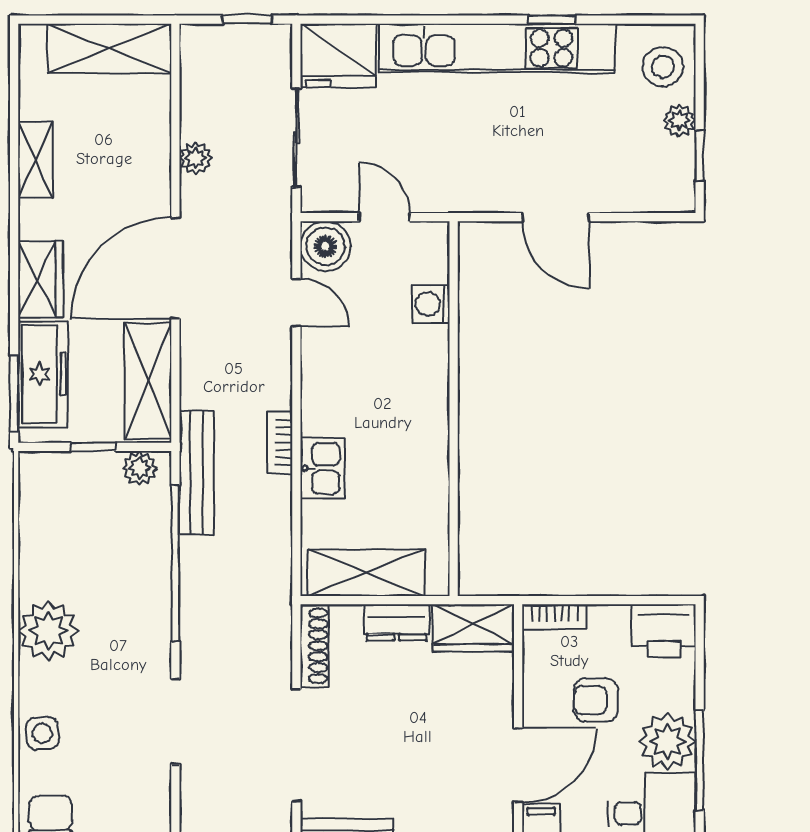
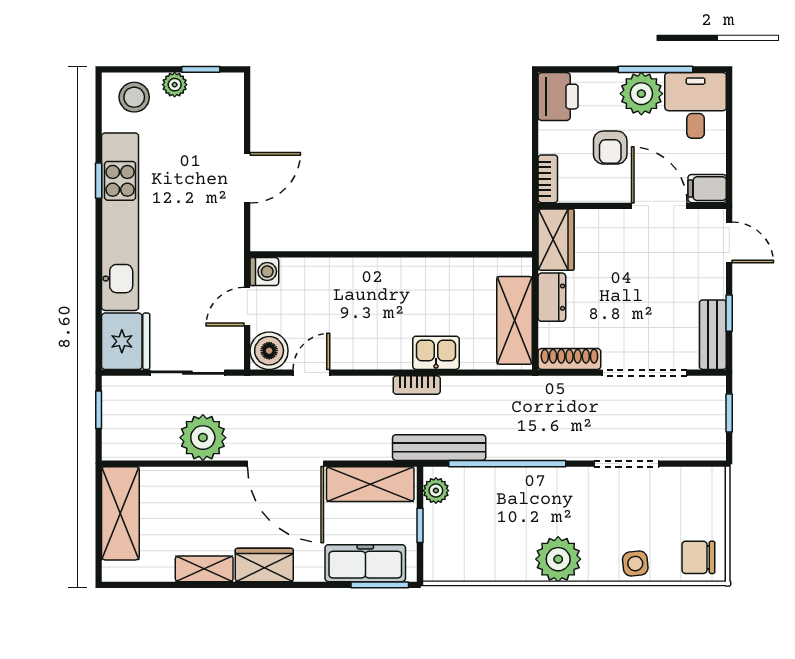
plant: (196, 158) -> (203, 438), width x1.88, depth x1.88
wardrobe: (41, 279) -> (264, 565), moved
washing machine: (431, 304) -> (264, 272), moved, turned -90

